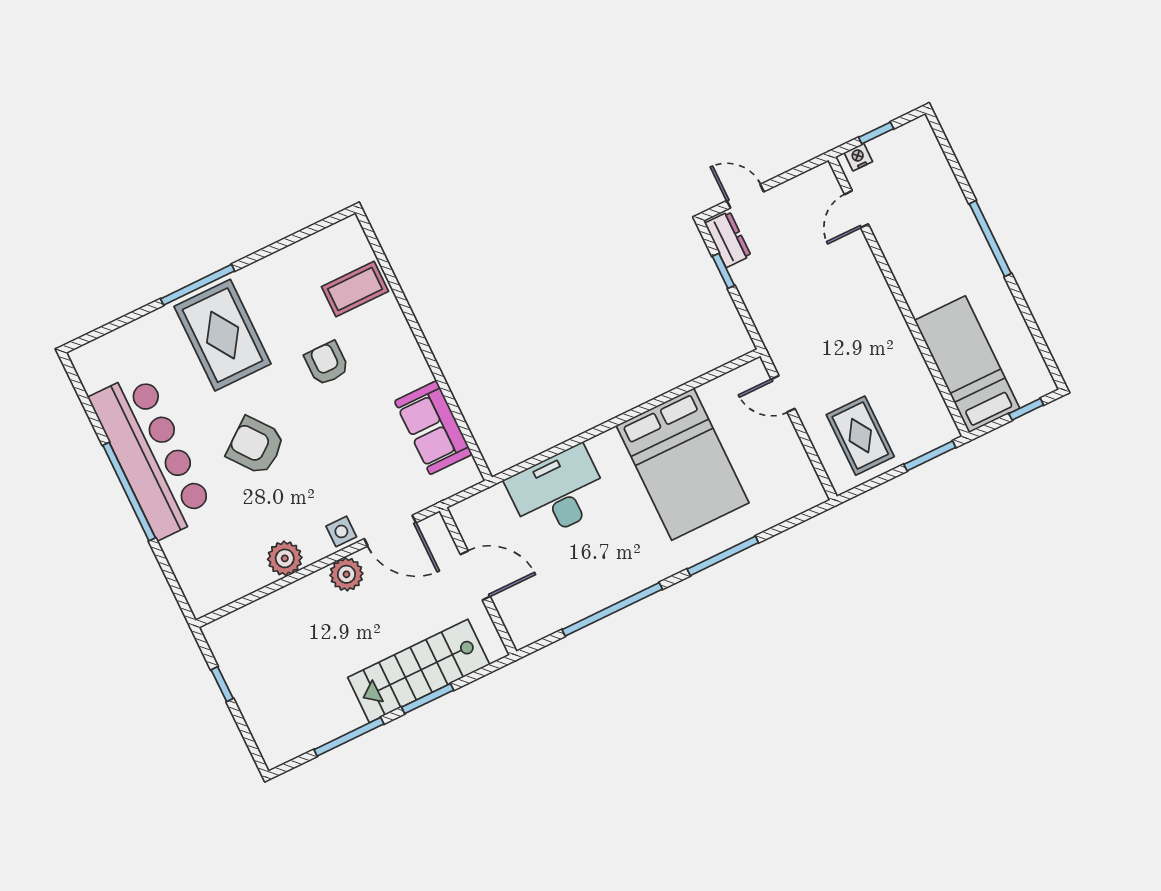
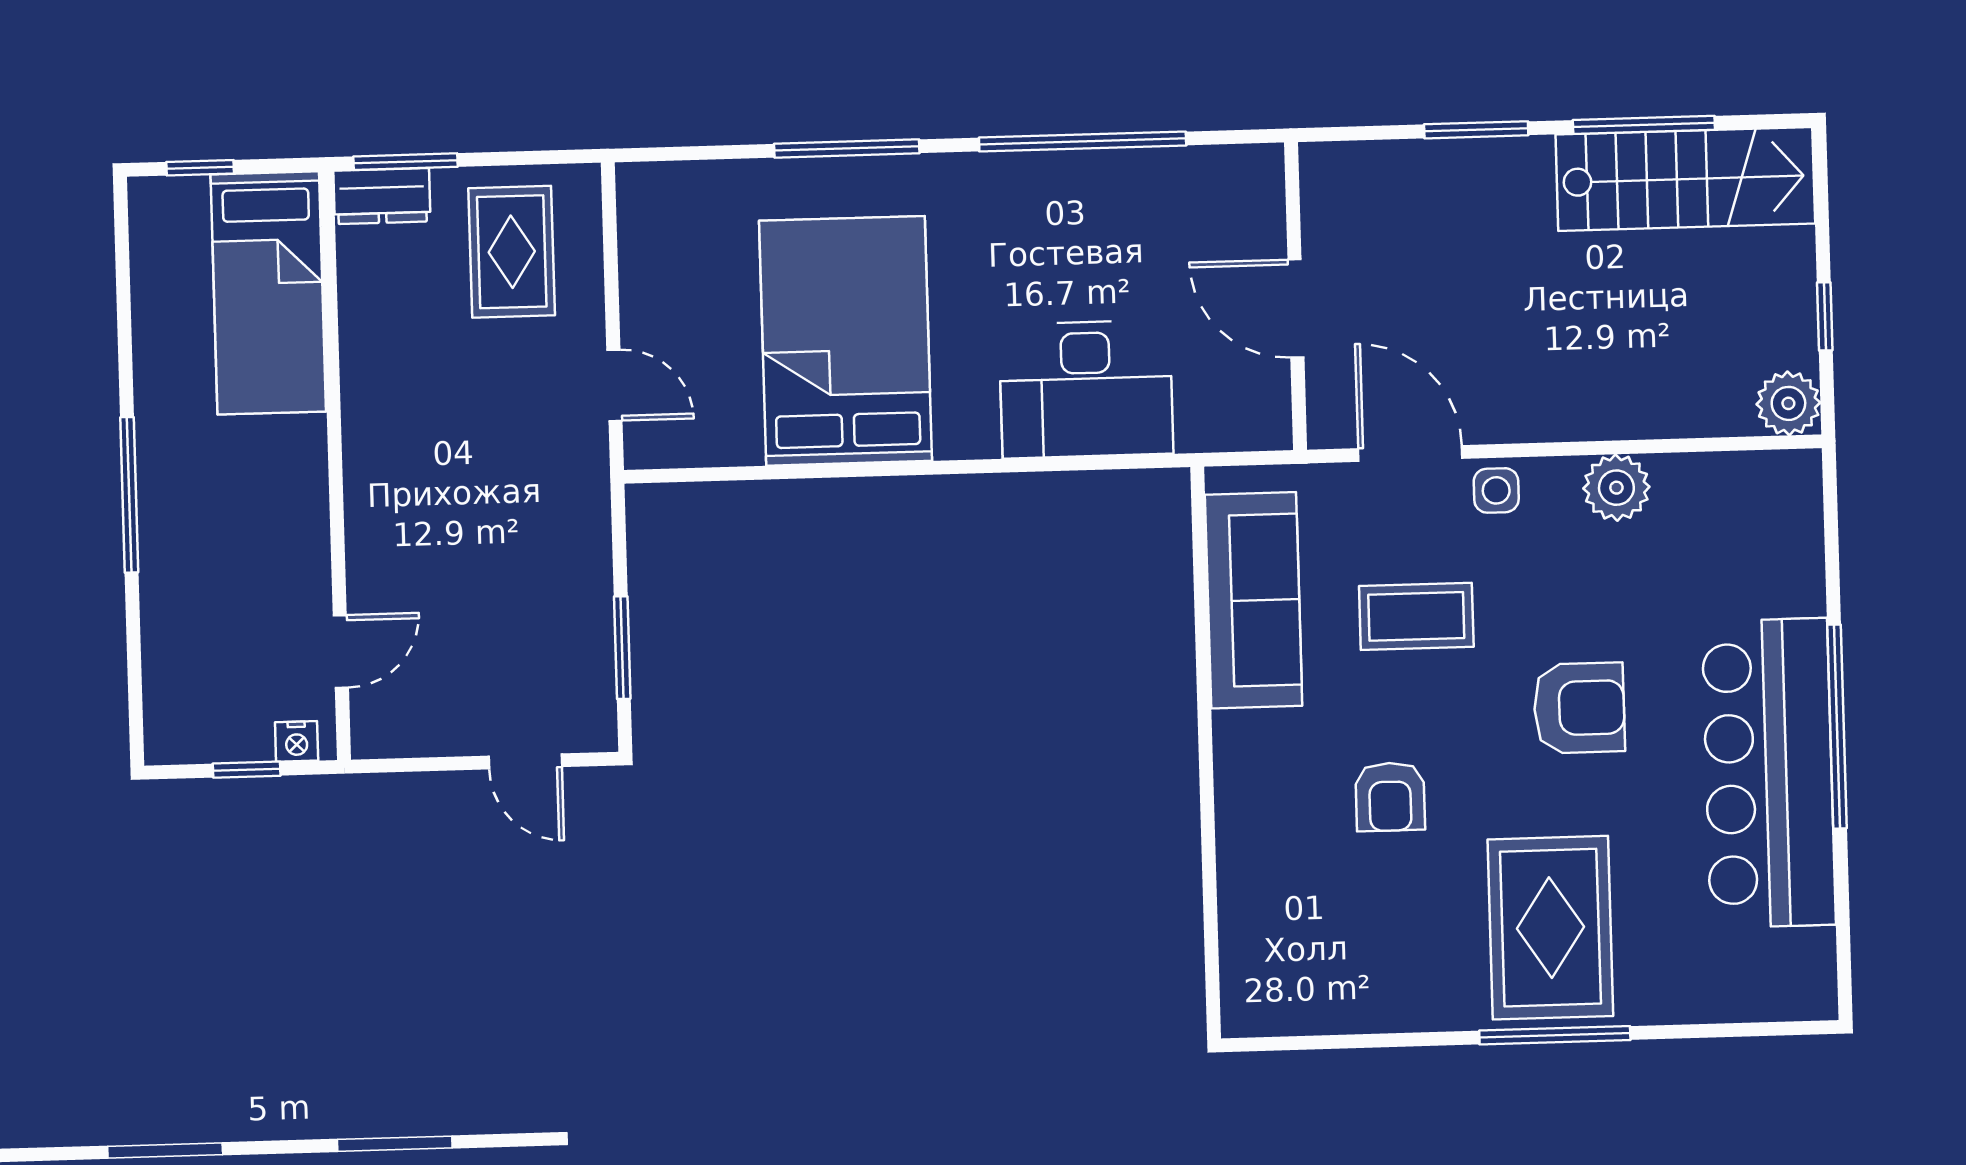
dresser: (728, 239) -> (382, 196), moved, turned -90
window: (723, 271) -> (622, 648), width x1.50
coffee table: (355, 289) -> (1416, 616), moved
sofa: (433, 428) -> (1254, 600), width x1.36
armchair: (256, 446) -> (1579, 708), turned -52
plant: (346, 574) -> (1788, 403), moved
stairs: (419, 671) -> (1685, 179), moved

